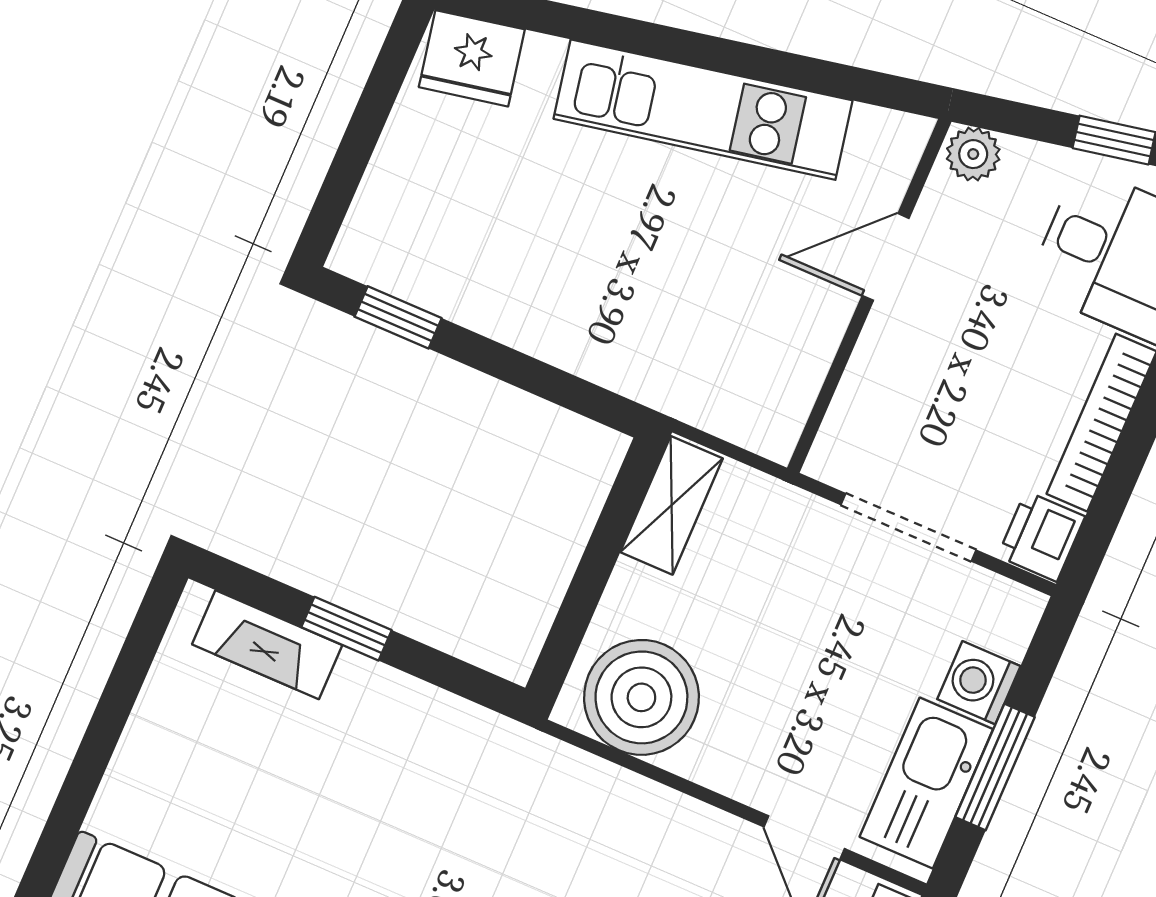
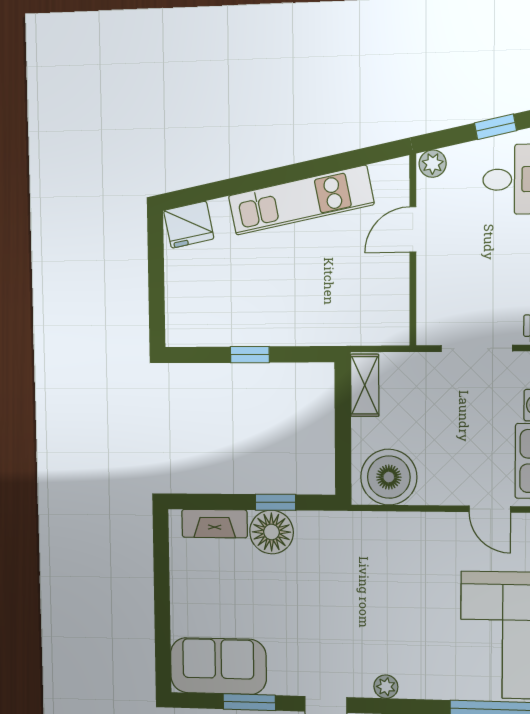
window: (398, 317) -> (250, 355), moved
window: (346, 629) -> (275, 502), moved
floor lamp: (371, 707) -> (271, 532), added

